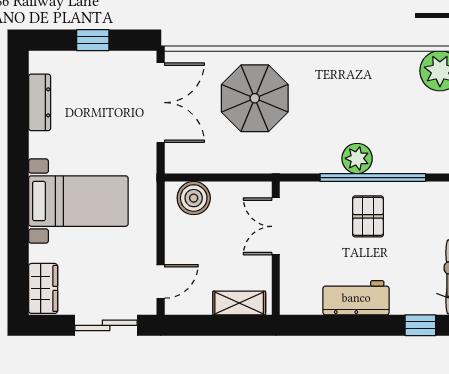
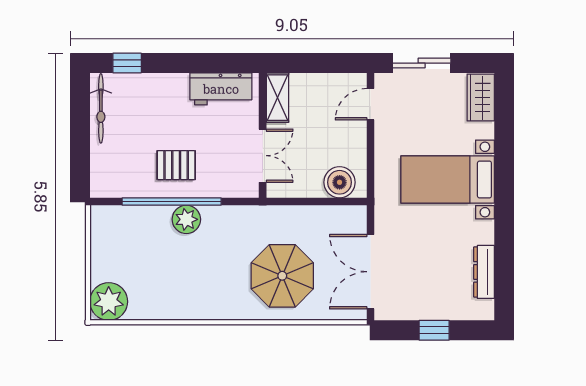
pallet: (368, 216) -> (176, 165), turned 90
workbench: (356, 298) -> (221, 89), moved
shelving: (239, 303) -> (277, 98), moved, turned 90

